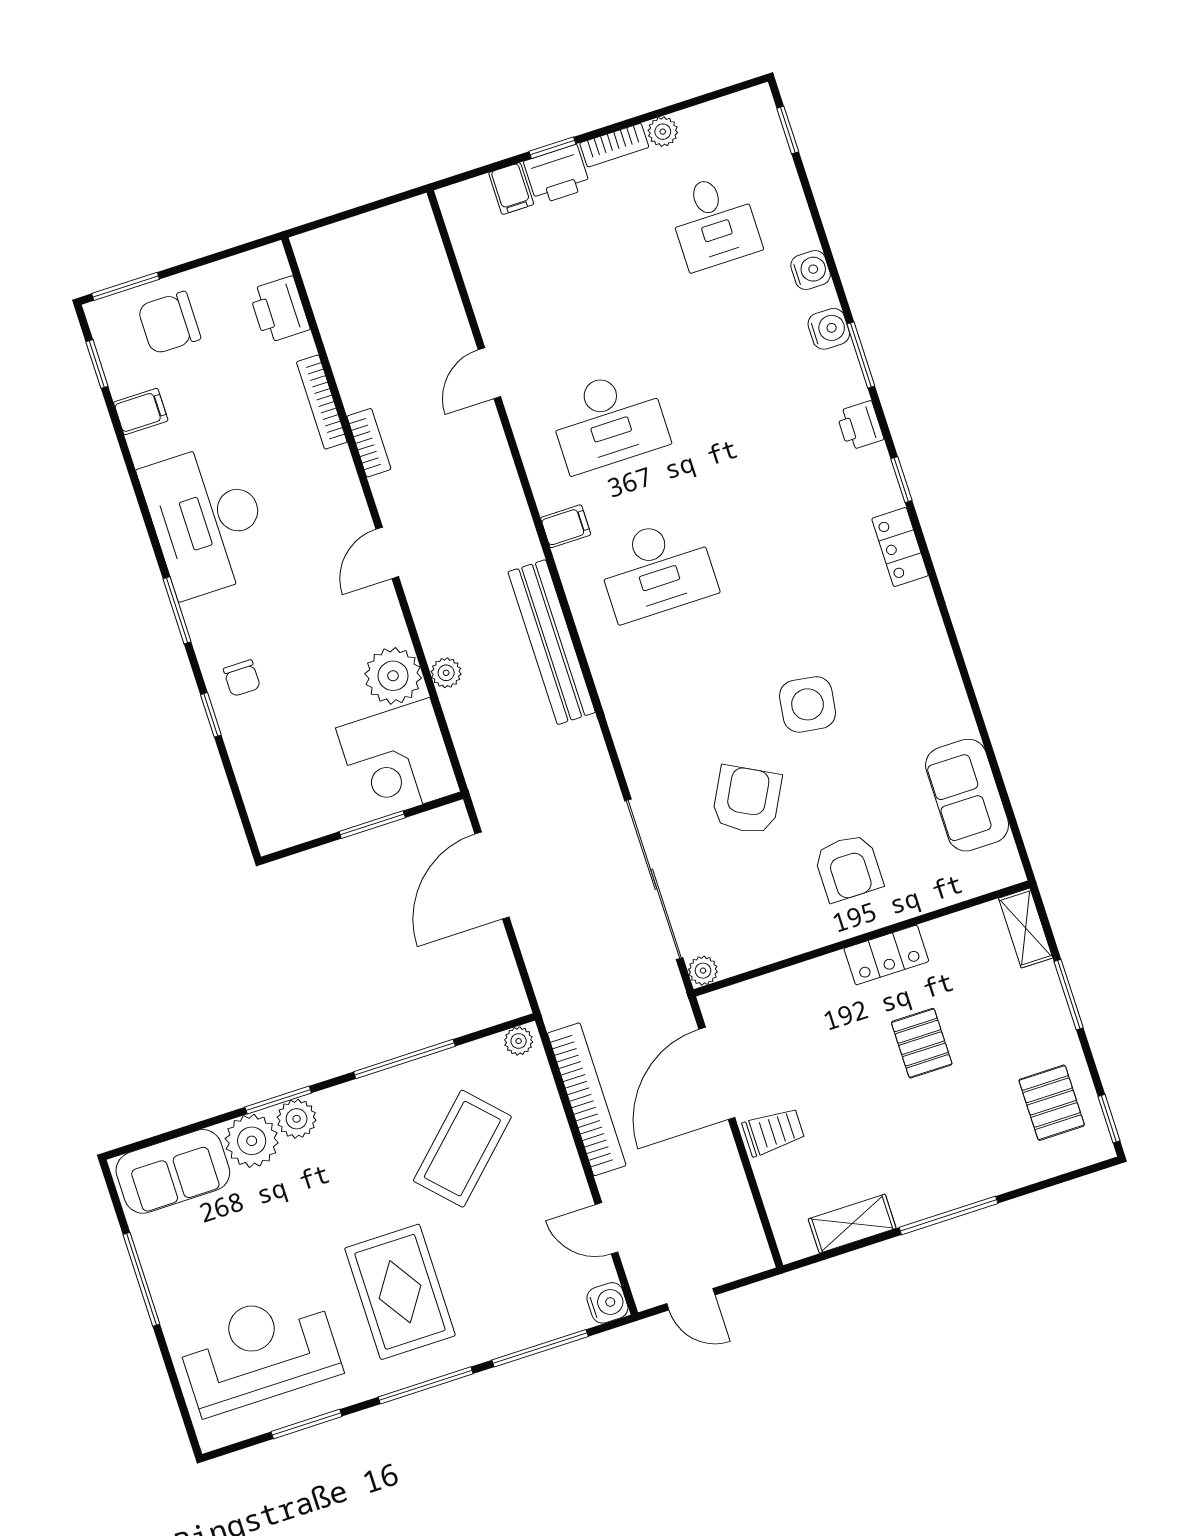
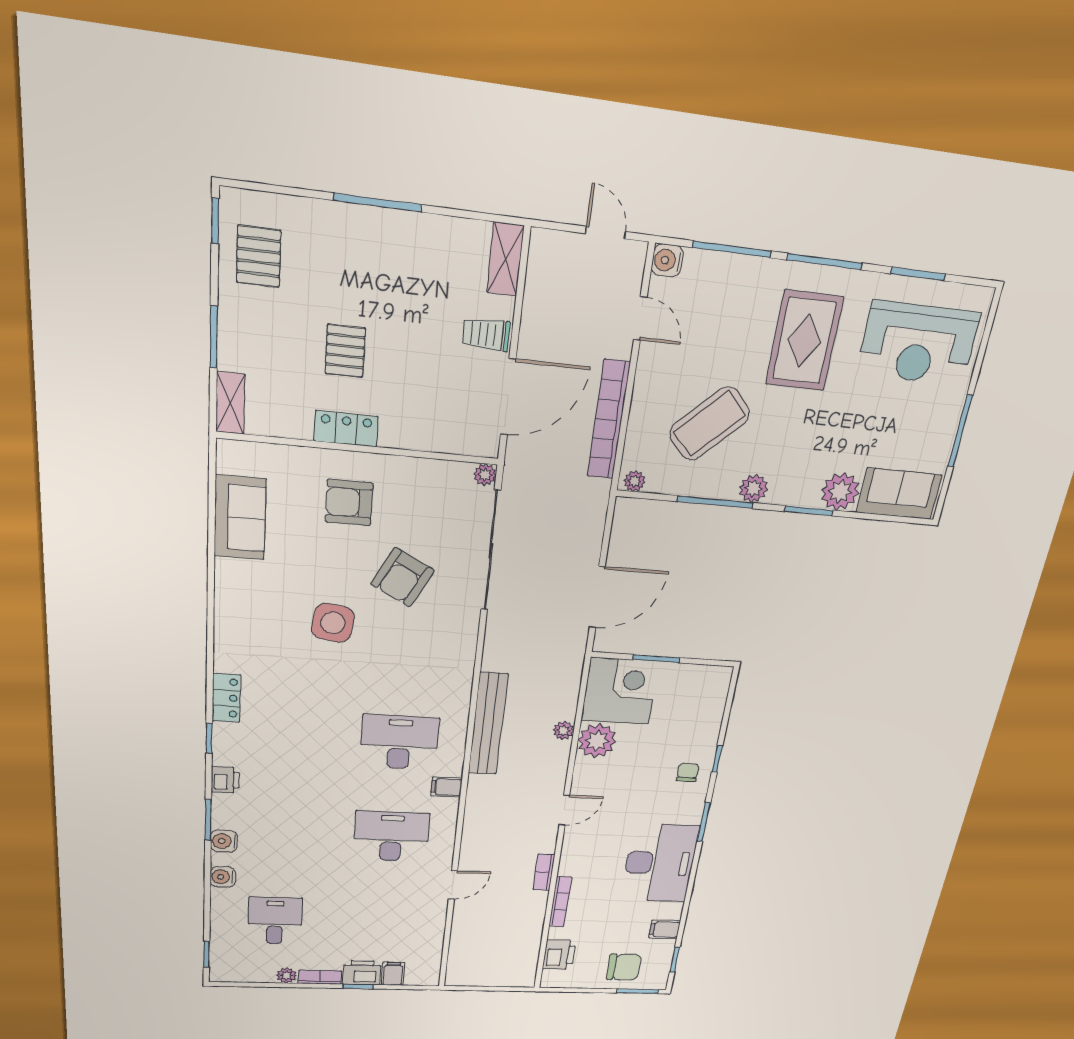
armchair: (848, 868) -> (349, 502), turned -90
plant: (297, 1119) -> (754, 488), moved
shelving: (852, 1224) -> (505, 259), moved, turned 90

